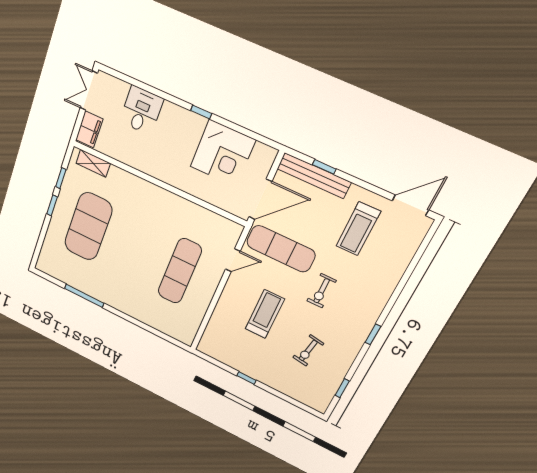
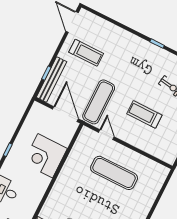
corner desk: (223, 153) -> (45, 156), moved, turned 180
exercise bike: (322, 291) -> (127, 76), removed

